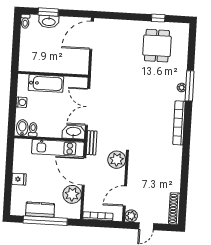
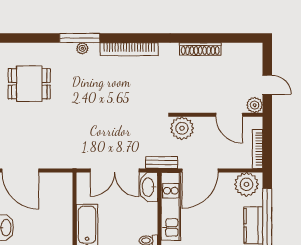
plant: (72, 194) -> (246, 184), moved
shoe rack: (174, 208) -> (200, 49), moved

